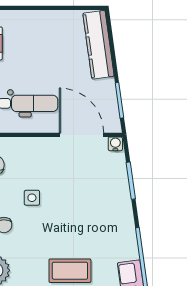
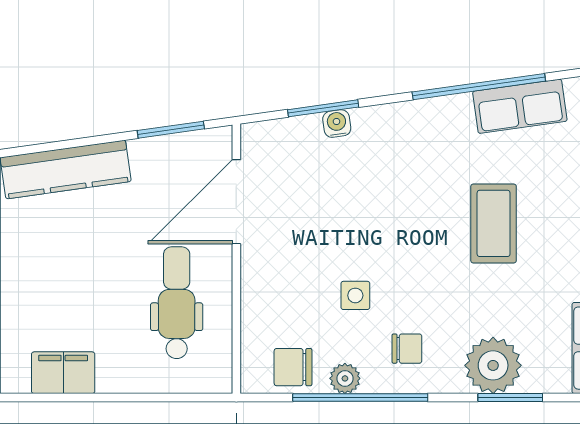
water cooler: (115, 144) -> (337, 124), moved, turned 82

